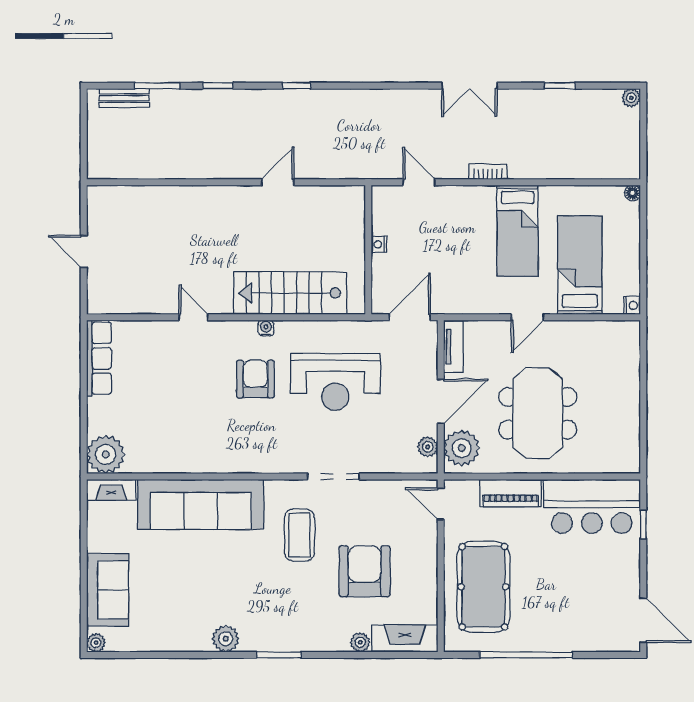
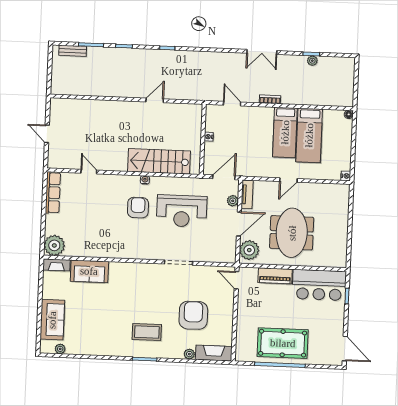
plant: (631, 98) -> (312, 61), moved
bed: (580, 265) -> (309, 135), moved, turned 180
door: (193, 317) -> (89, 172), moved
plant: (428, 447) -> (233, 201), moved
sofa: (201, 504) -> (89, 271), width x0.54, depth x0.79
coffee table: (299, 535) -> (147, 332), moved, turned 90
pool table: (483, 587) -> (283, 343), moved, turned 90
plant: (226, 639) -> (116, 349), removed
plant: (96, 643) -> (60, 349), moved

